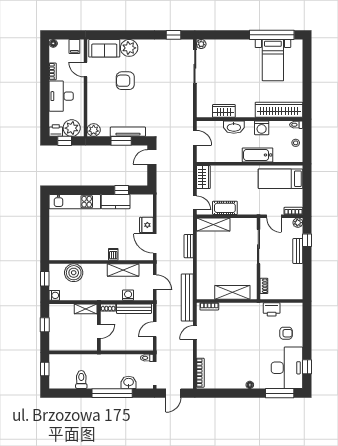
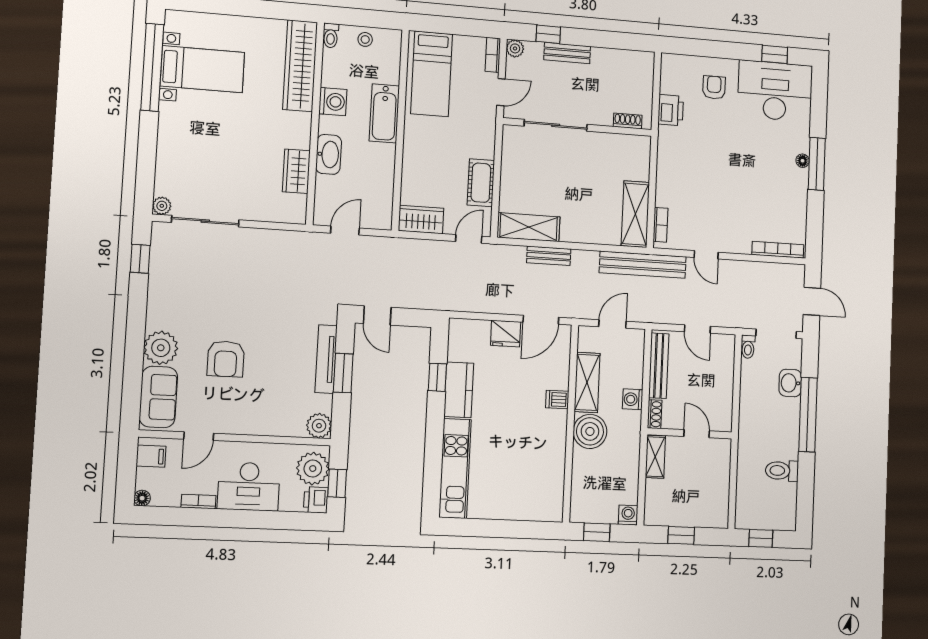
shelving: (213, 225) -> (529, 227), moved, turned 90
boiler: (74, 273) -> (590, 431), moved
shelving: (232, 292) -> (635, 214), moved
washing machine: (128, 295) -> (633, 399), moved
window: (280, 393) -> (817, 164), moved

